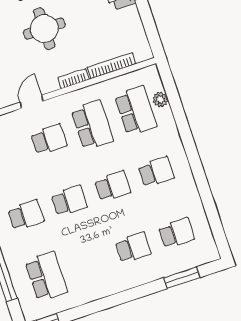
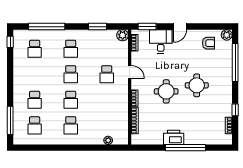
school desk: (136, 111) -> (107, 125), removed
school desk: (92, 125) -> (107, 100), removed
school desk: (46, 276) -> (35, 49), width x0.54
window: (182, 278) -> (10, 120), width x1.44

